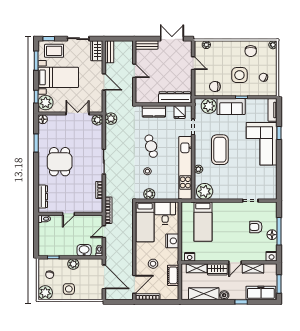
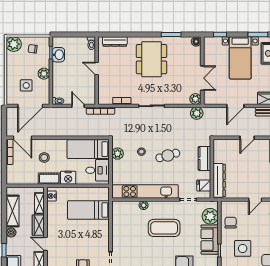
plant: (46, 103) -> (214, 44), removed
dining table: (60, 162) -> (151, 59), width x1.38
plant: (205, 191) -> (120, 212), removed
washbasin: (84, 250) -> (58, 55), moved
cot: (173, 275) -> (49, 179), moved
side table: (69, 289) -> (26, 85), moved

